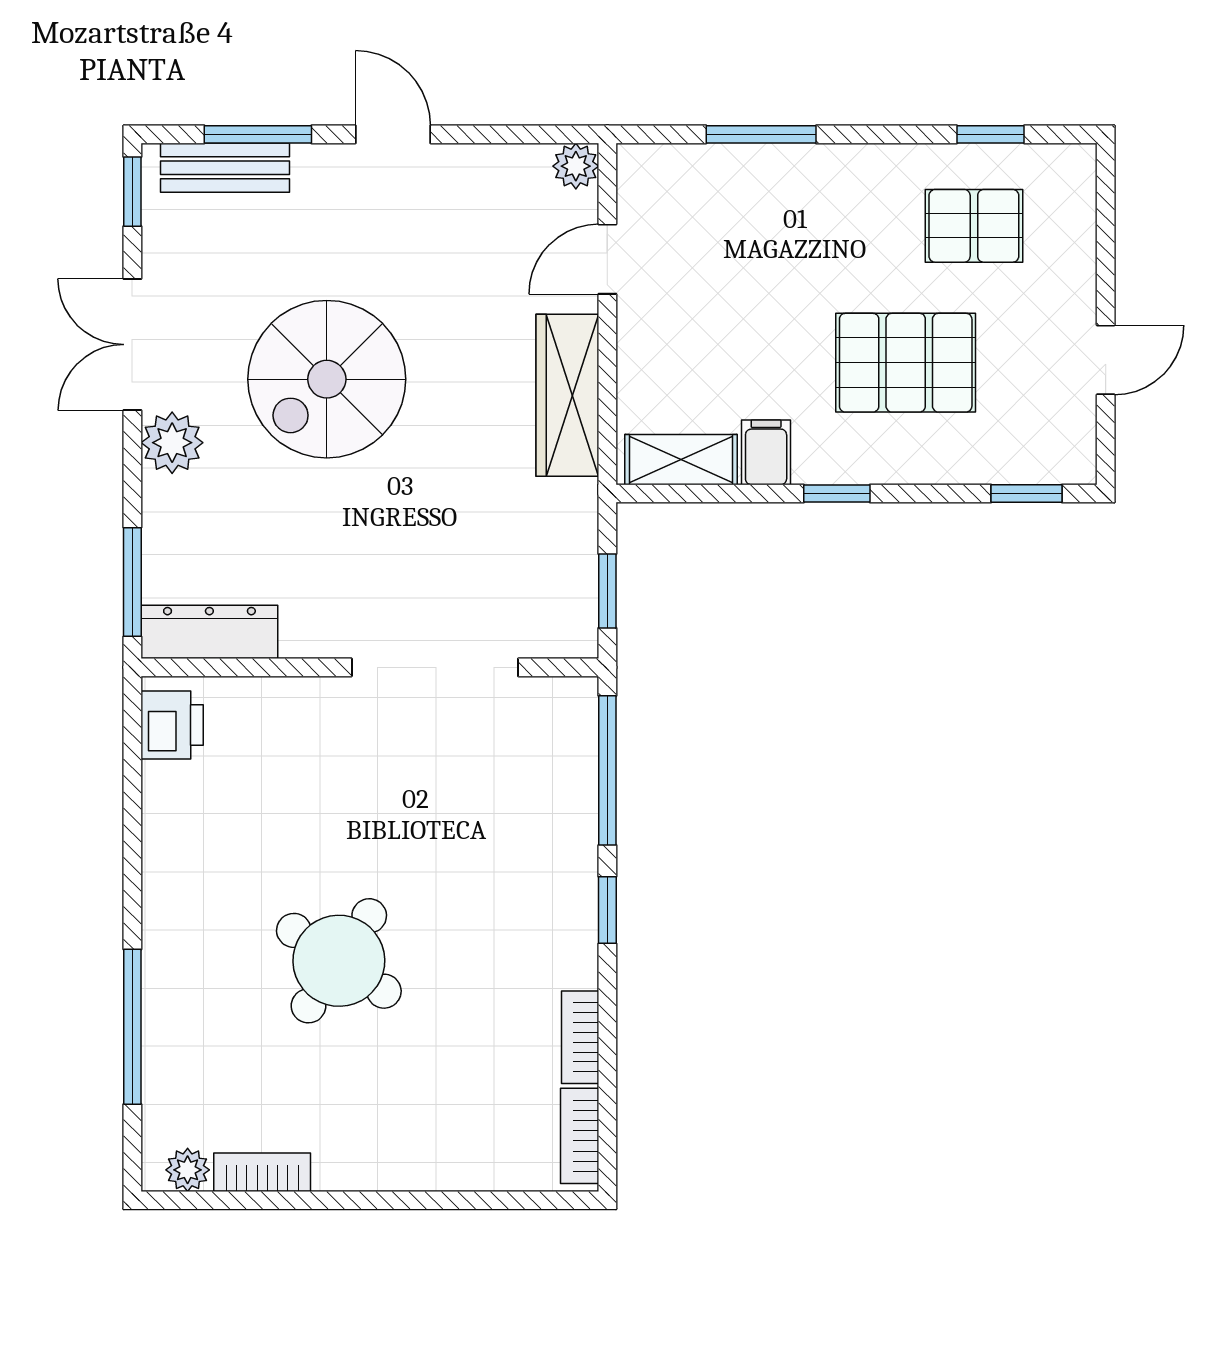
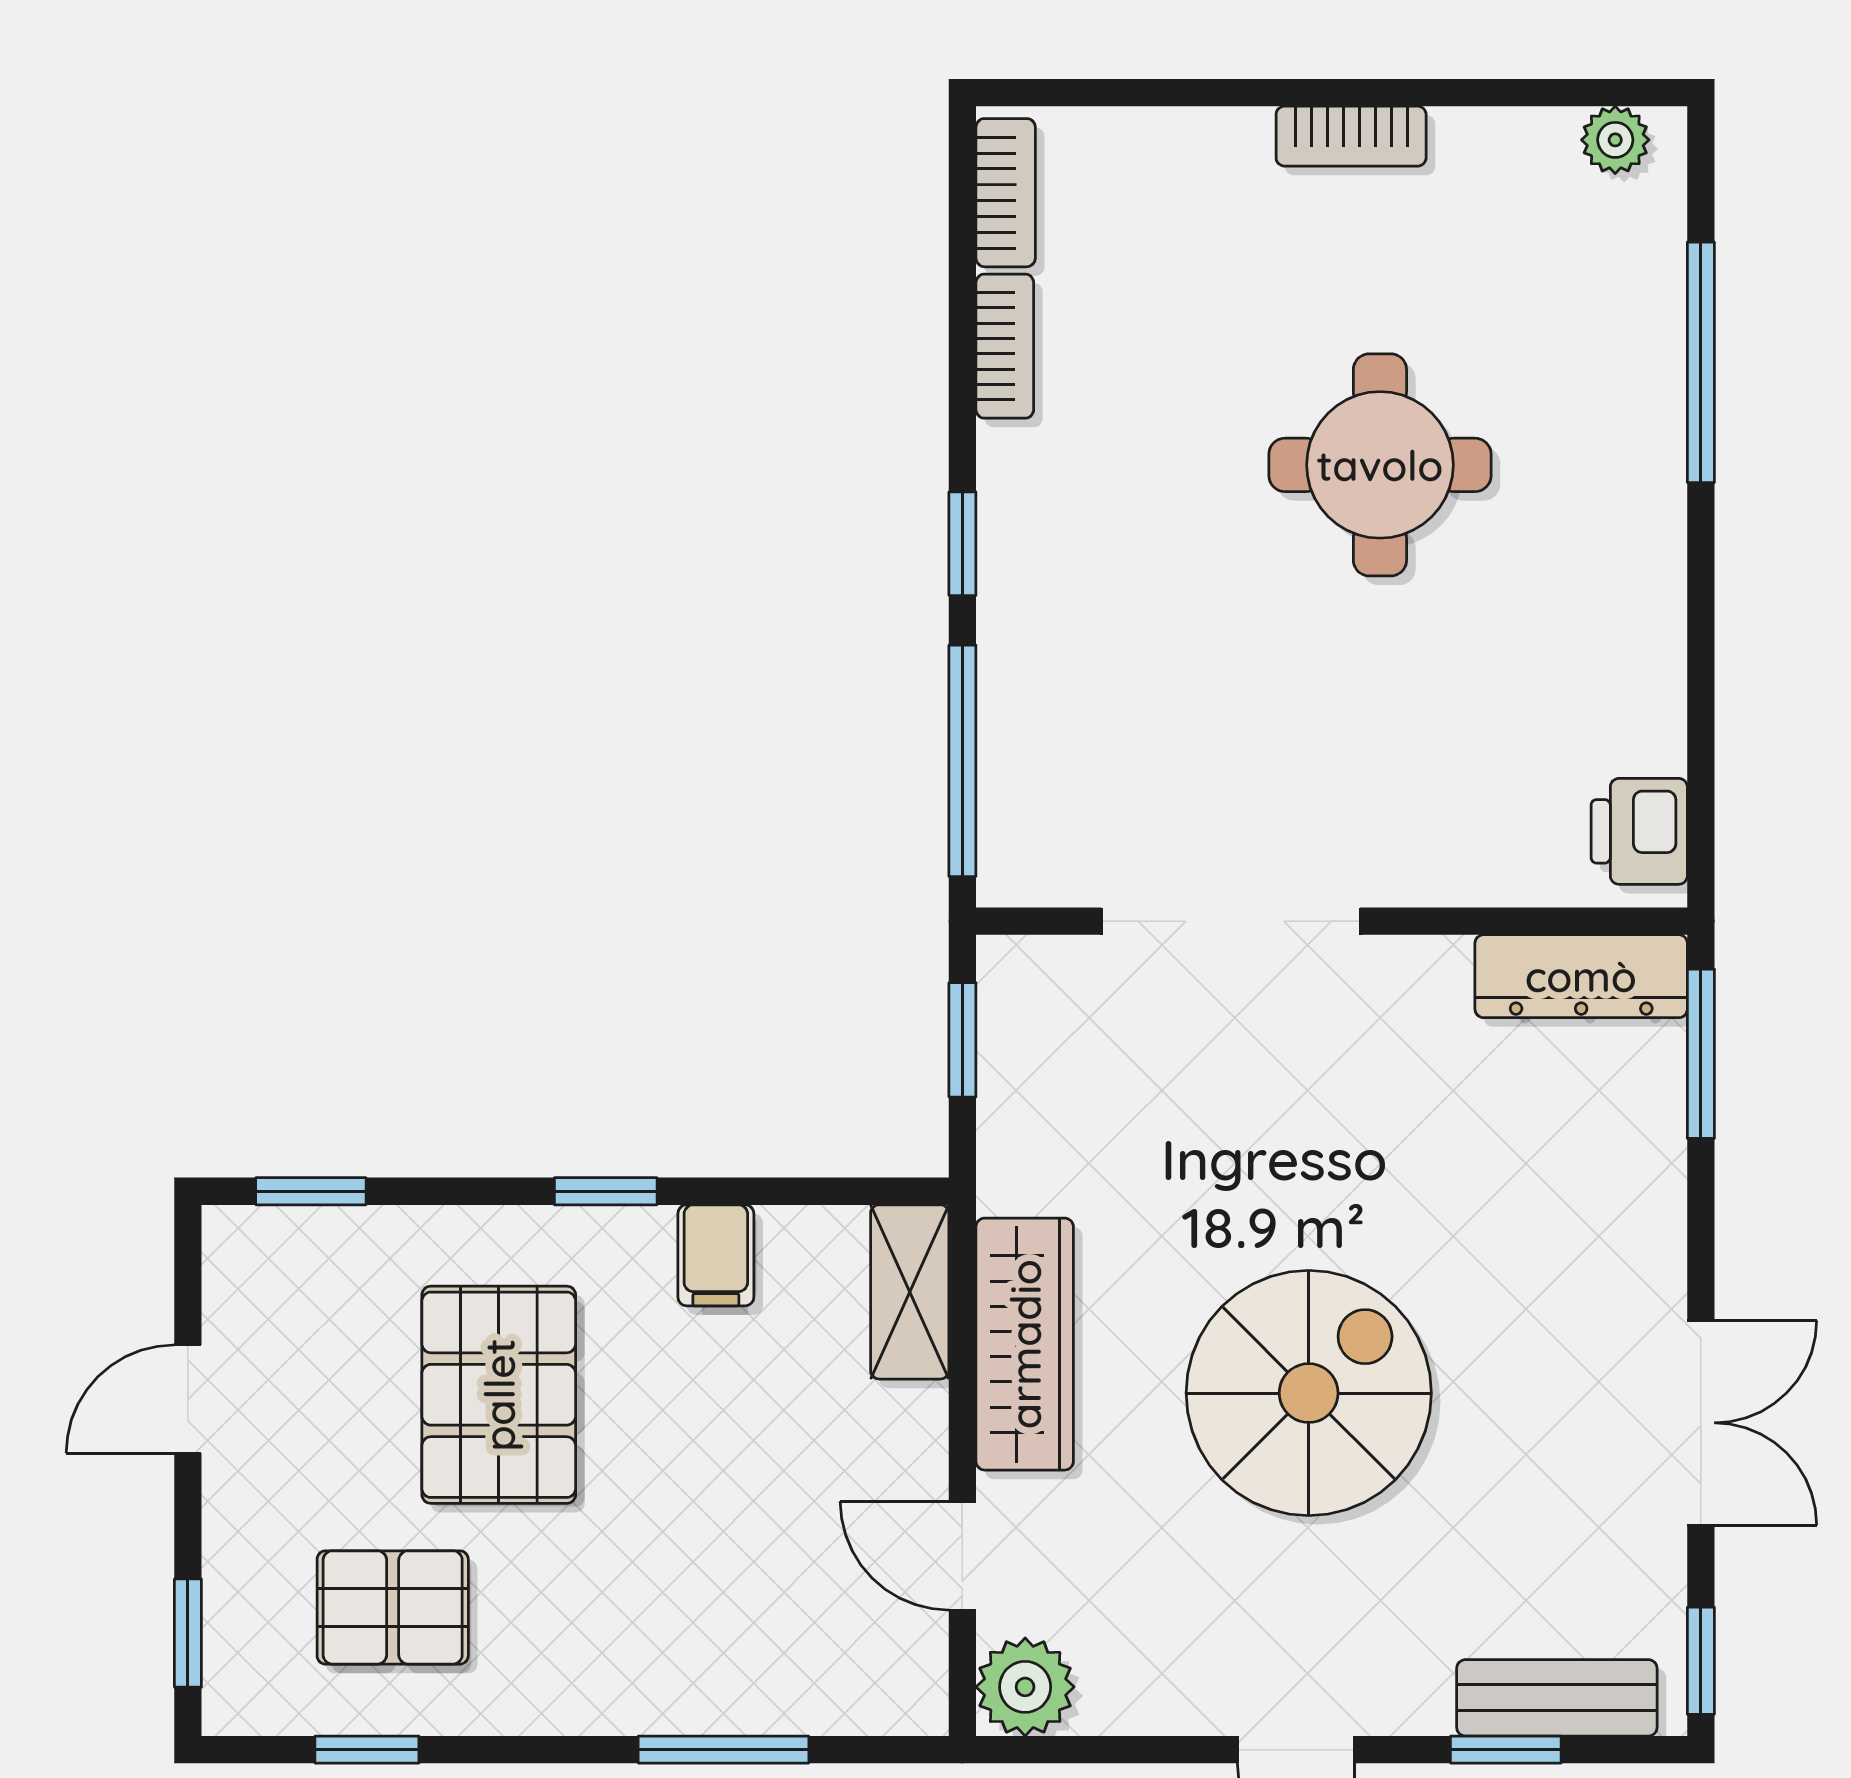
window: (258, 134) -> (1506, 1750), width x0.67
plant: (576, 166) -> (1025, 1687), width x1.38, depth x1.38
window: (1106, 209) -> (188, 1633), added
door: (607, 259) -> (962, 1556), swing flipped
pallet: (906, 363) -> (499, 1395), turned 90
spiral stairs: (327, 379) -> (1309, 1393), moved
plant: (172, 443) -> (1639, 1270), removed
shelving: (681, 460) -> (910, 1292), moved, turned 90
round table: (339, 961) -> (1380, 465), turned -34
bookcase: (262, 1172) -> (1351, 136), moved

